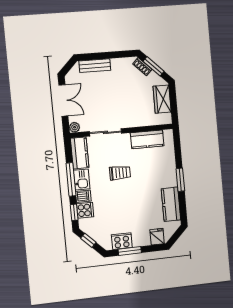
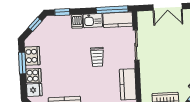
plant: (75, 127) -> (142, 16), removed
window: (71, 179) -> (112, 10), moved
cooker: (85, 210) -> (33, 76), moved, turned -90

